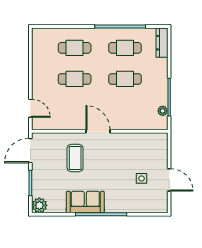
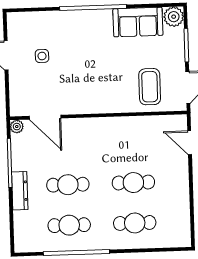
dresser: (162, 43) -> (20, 191), moved
plant: (163, 111) -> (17, 127), moved
door: (98, 131) -> (45, 117), moved
coffee table: (75, 158) -> (150, 87), moved
sofa: (85, 202) -> (138, 22), moved

